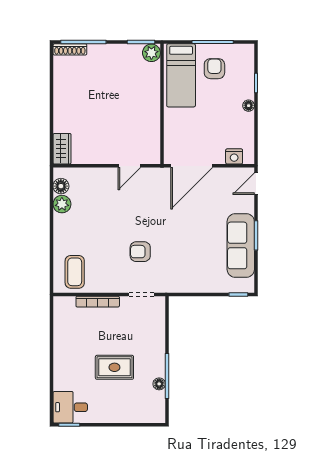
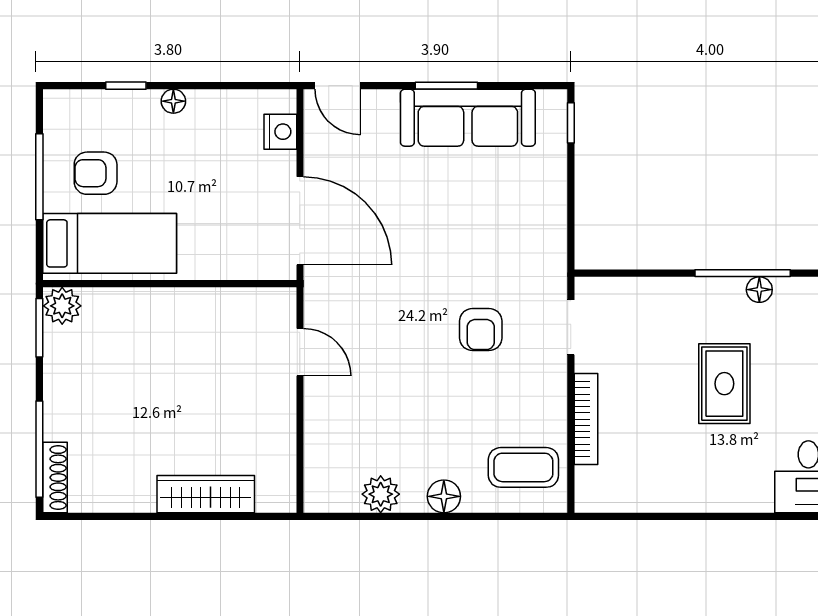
wardrobe: (62, 149) -> (206, 494), moved, width x1.50
floor lamp: (61, 186) -> (444, 496), moved

